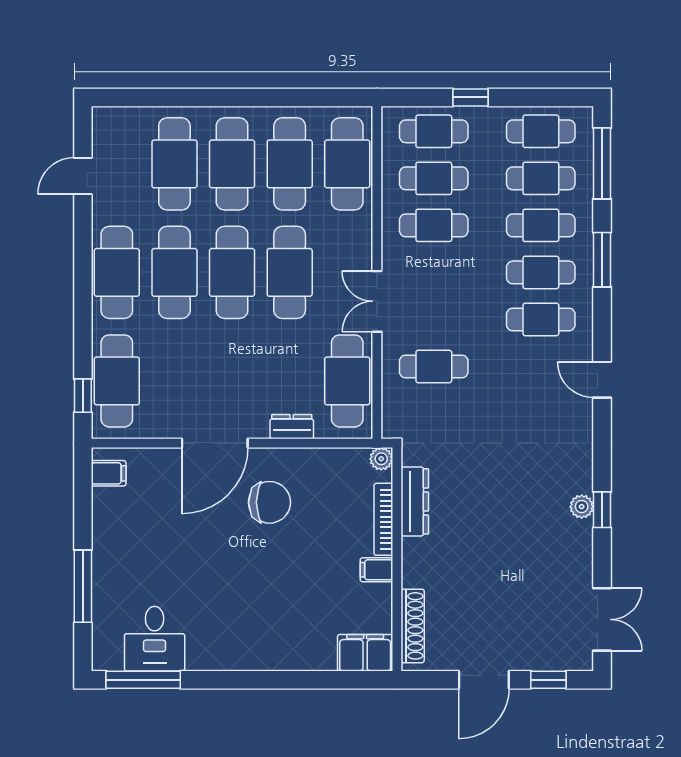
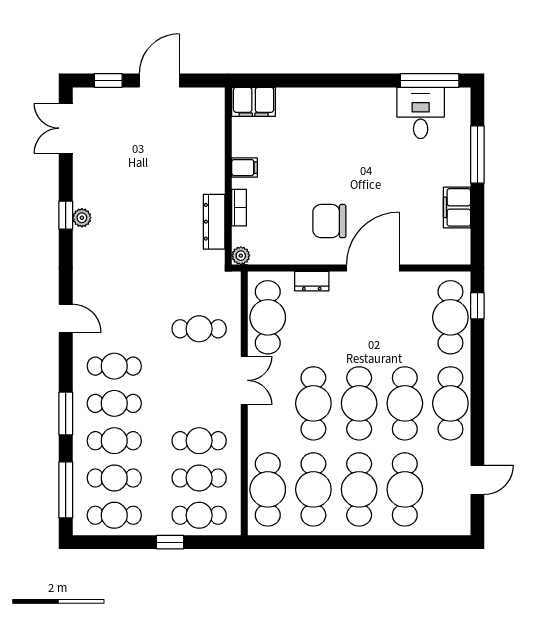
filing cabinet: (109, 473) -> (457, 207), moved, width x2.00
bookcase: (383, 519) -> (239, 208), width x0.64
shoe rack: (413, 626) -> (216, 123), removed

